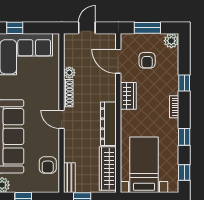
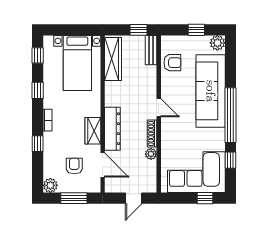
dresser: (108, 124) -> (112, 129), moved
armchair: (48, 165) -> (172, 63), turned 90

